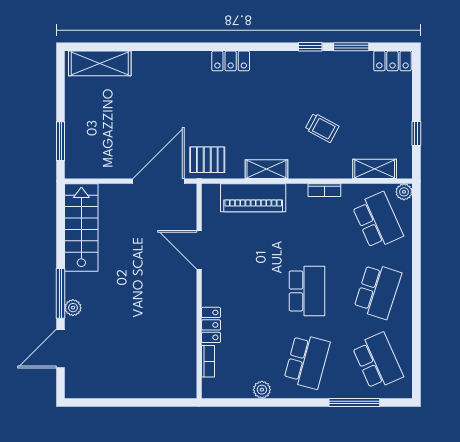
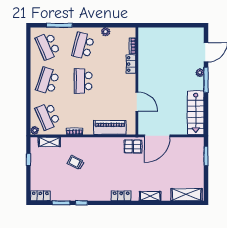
shelving: (267, 169) -> (150, 196), moved

